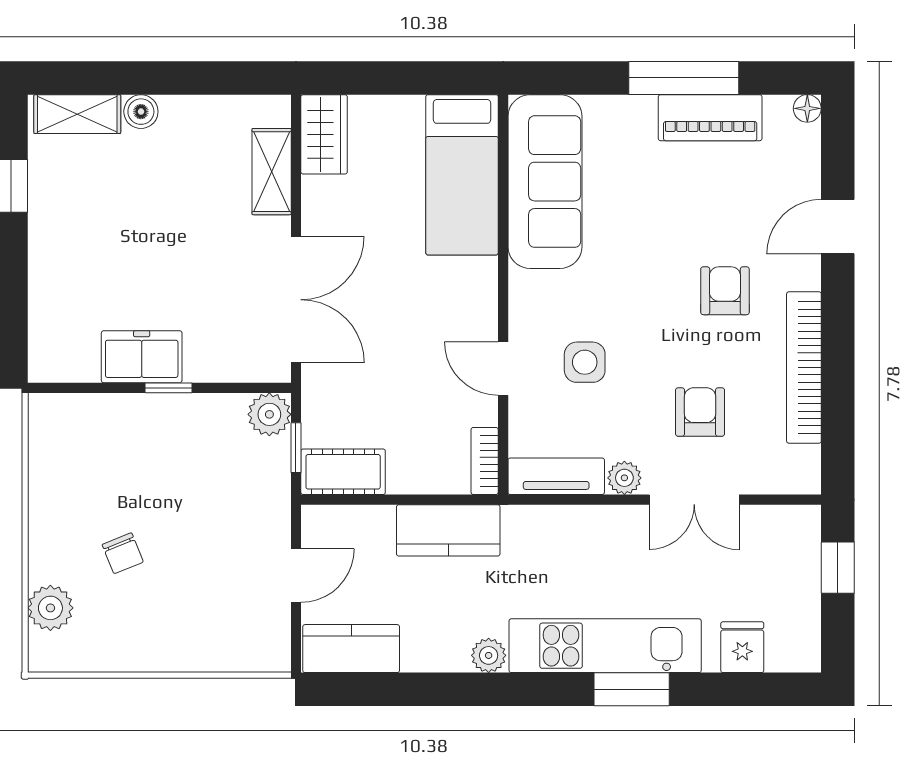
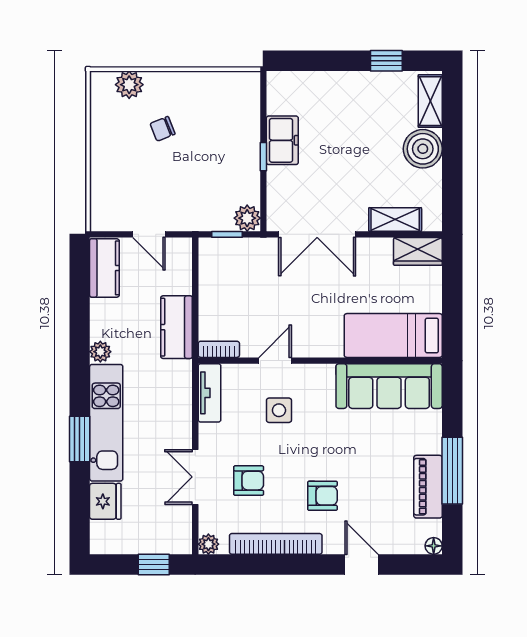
boiler: (141, 112) -> (423, 149), width x1.86, depth x1.86
cot: (343, 472) -> (212, 263), removed
plant: (624, 478) -> (208, 544), moved
fridge: (742, 647) -> (105, 501), width x1.38

